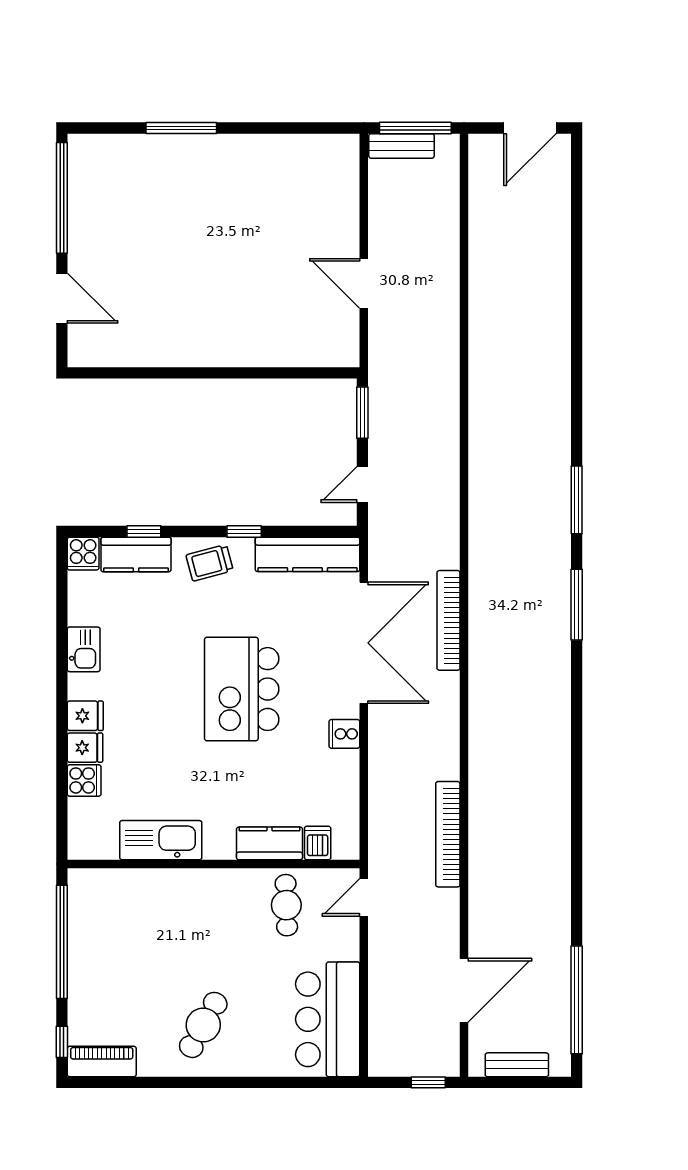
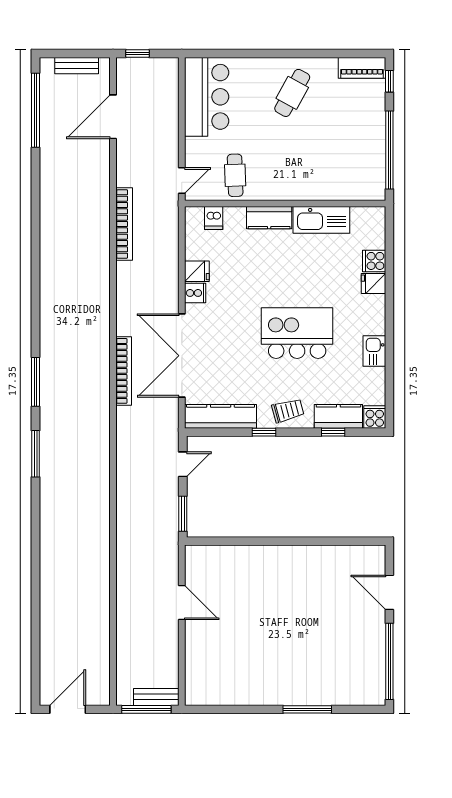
kitchen island: (242, 689) -> (297, 333), moved, turned -90
fridge: (85, 716) -> (197, 271), moved, turned 180
kitchen counter: (269, 843) -> (269, 218), moved

